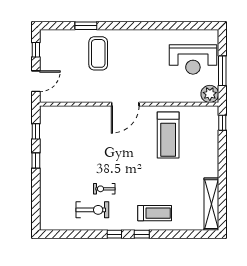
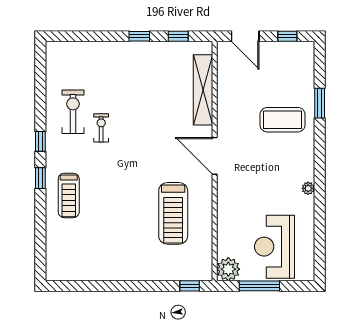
plant: (149, 34) -> (308, 188), added
treadmill: (168, 135) -> (173, 213), turned -90
shelving: (211, 204) -> (203, 90), moved, turned 90
exercise bike: (92, 210) -> (73, 112), turned 180

